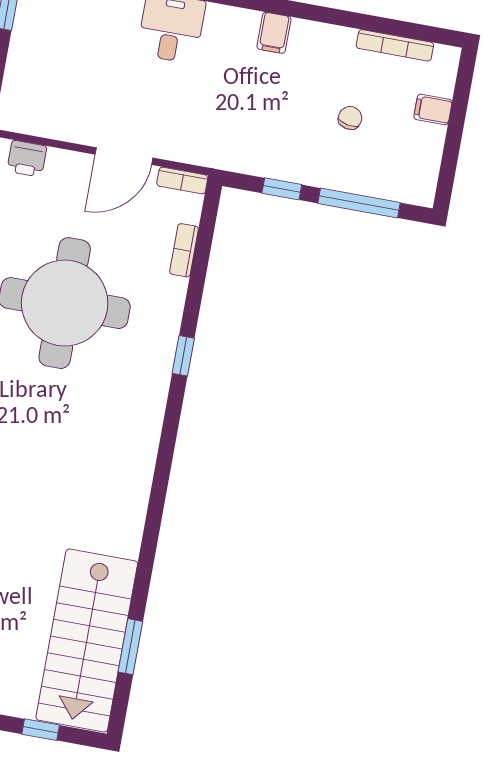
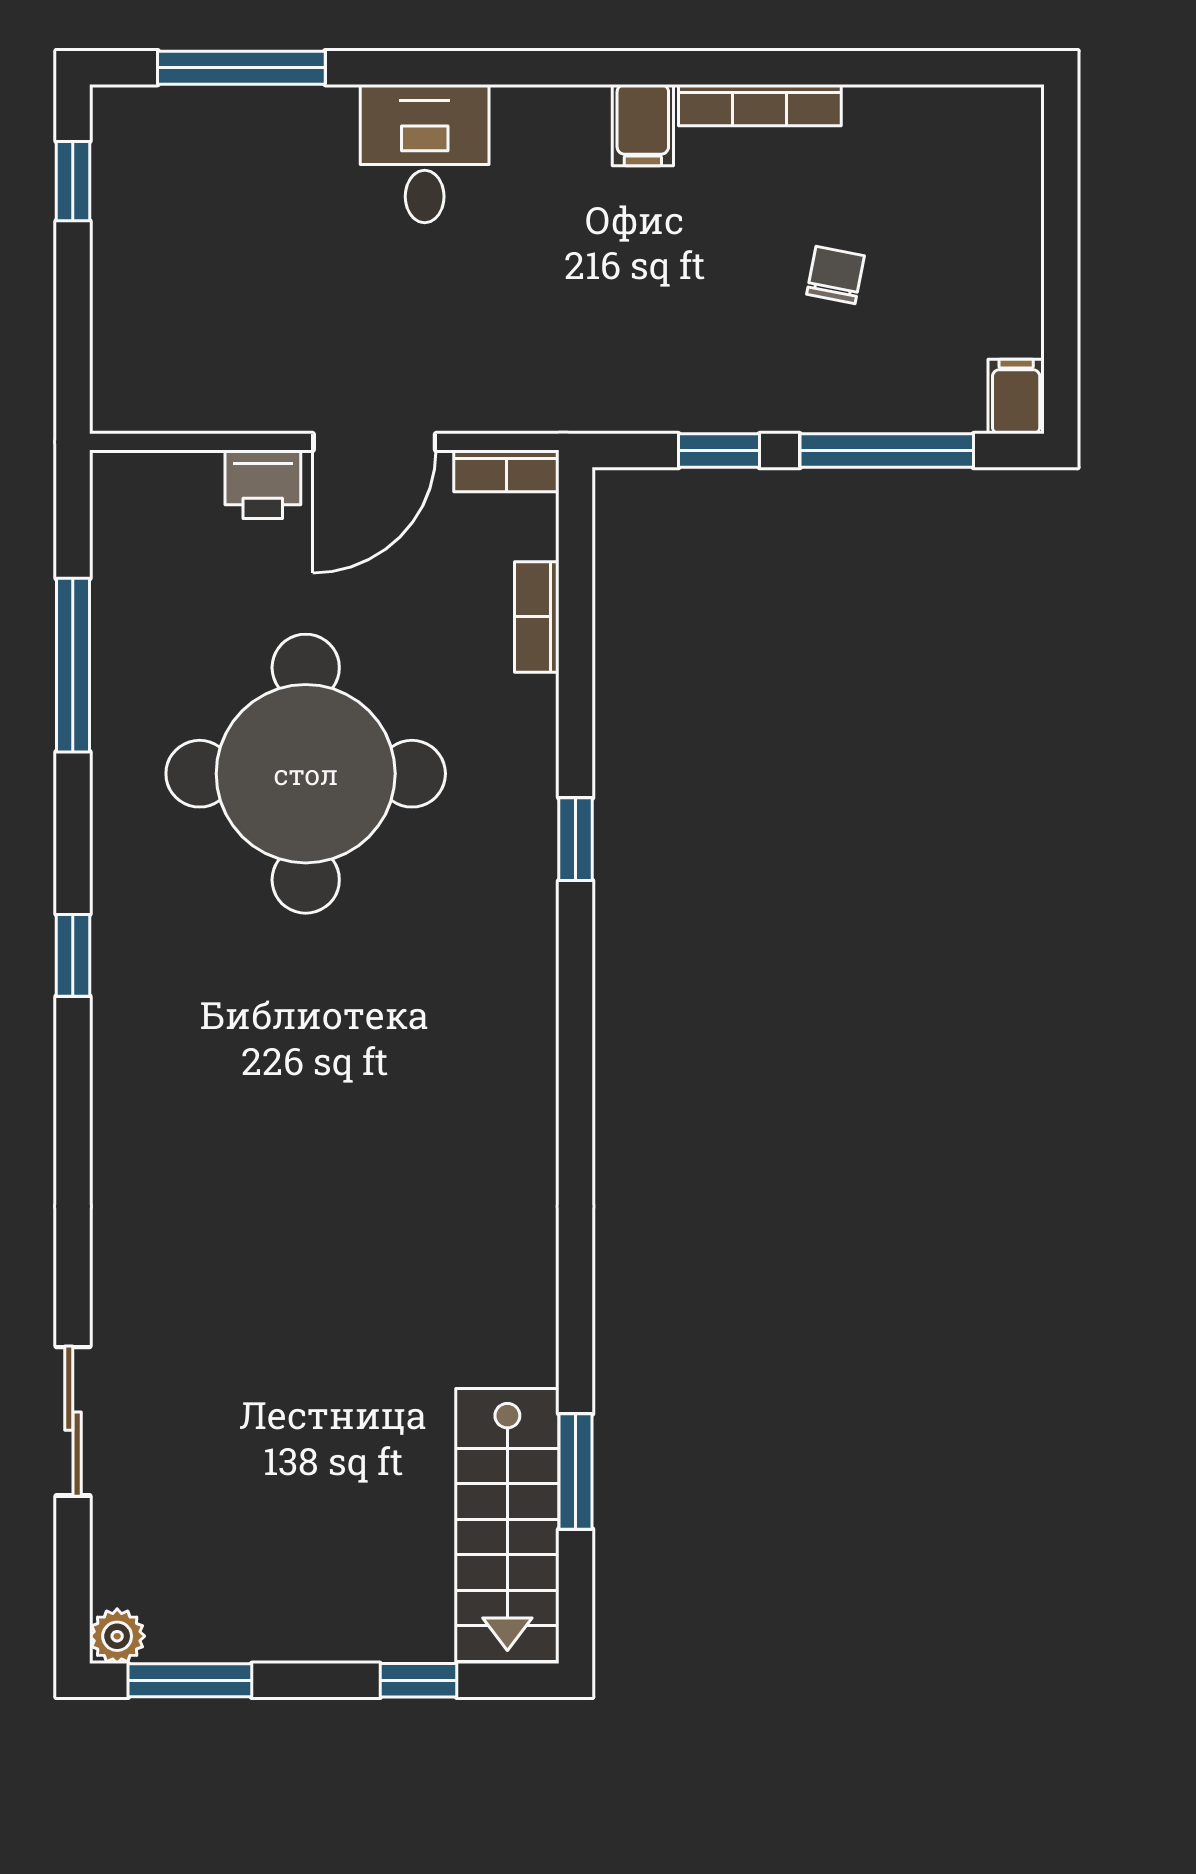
bookcase: (395, 45) -> (760, 105), moved
filing cabinet: (433, 109) -> (1016, 397), moved, turned 90
printer: (27, 159) -> (263, 484), moved
stairs: (87, 641) -> (507, 1525), width x0.73, depth x0.66

